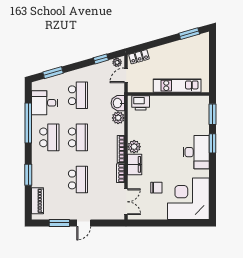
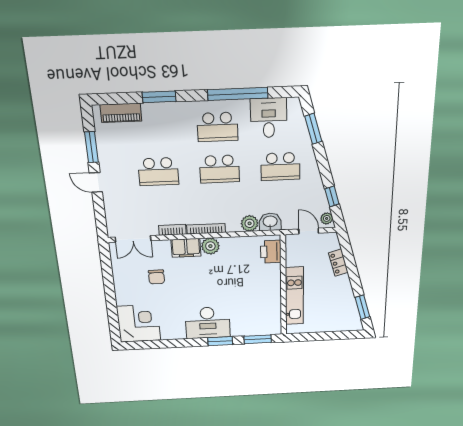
locker: (139, 57) -> (338, 263), moved
corner desk: (188, 199) -> (139, 323), width x0.74, depth x0.74

